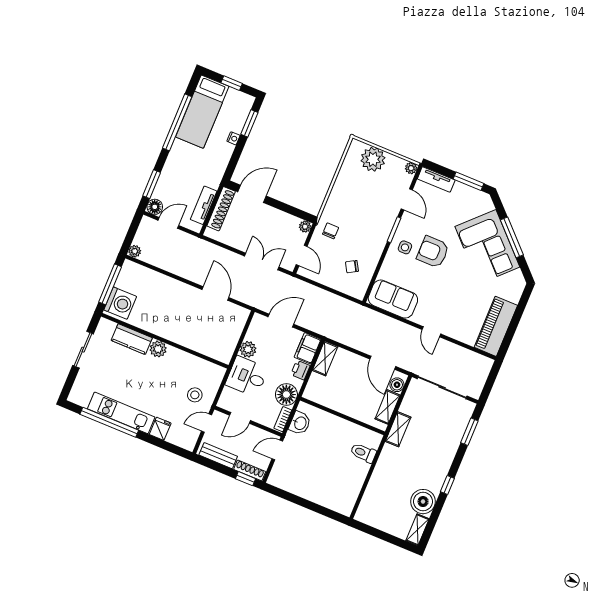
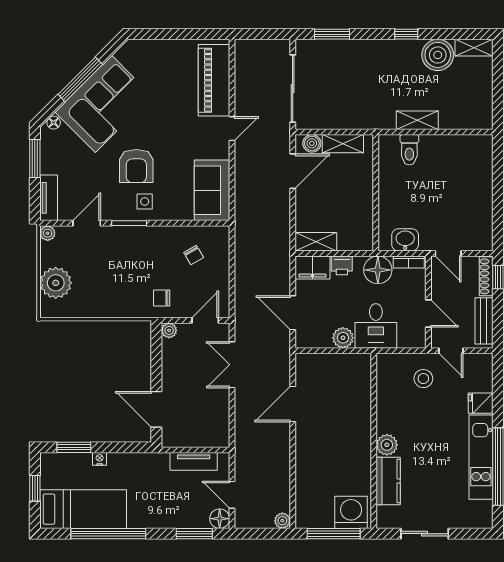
floor lamp: (489, 205) -> (54, 123), added
shoe rack: (221, 209) -> (189, 439), removed
piano: (496, 326) -> (214, 80), moved, turned 90
shelving: (398, 429) -> (417, 120), moved

